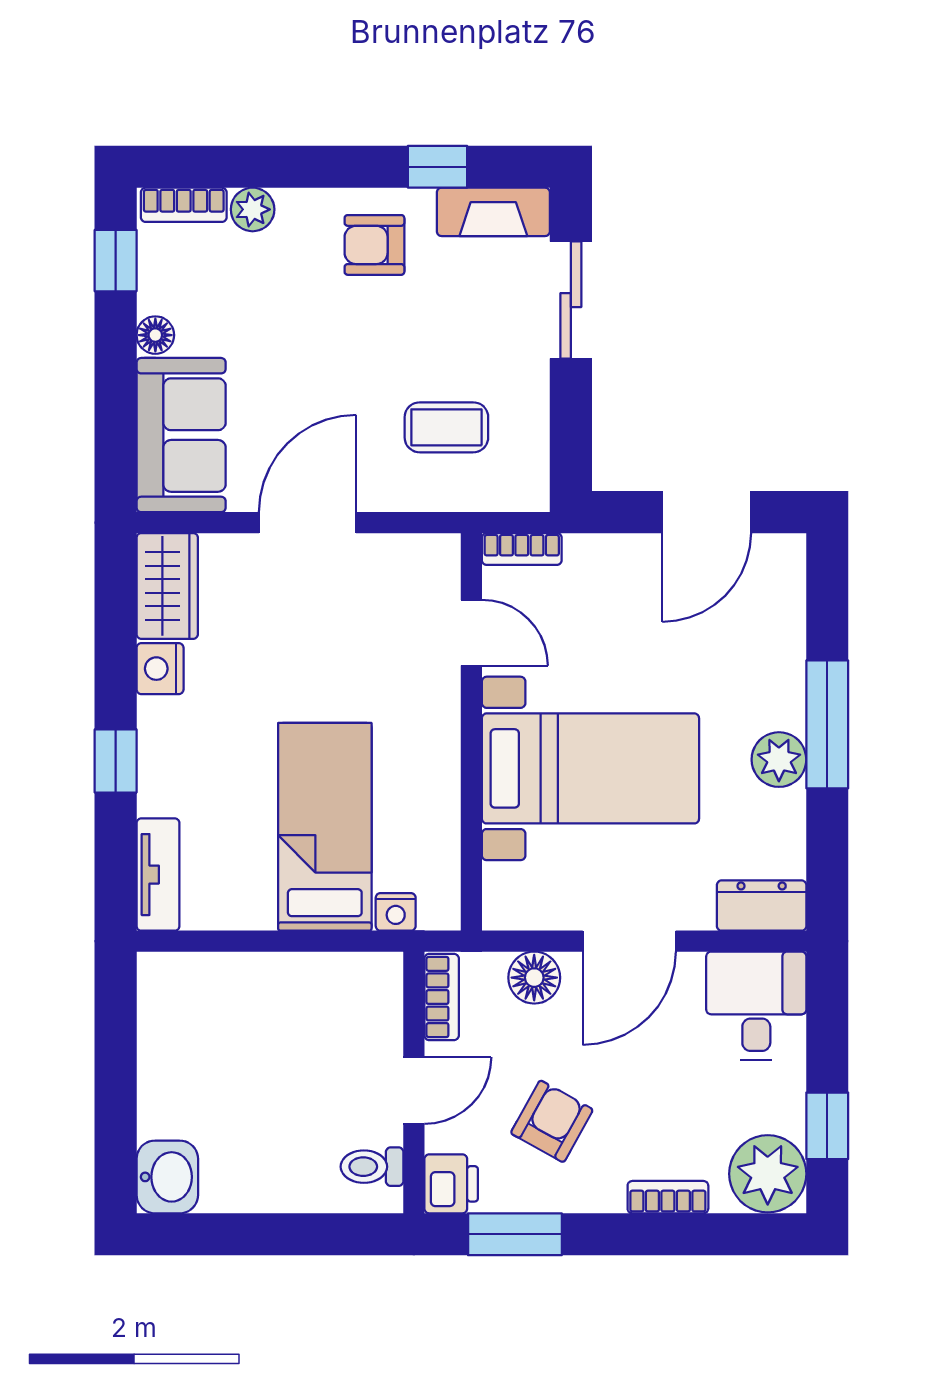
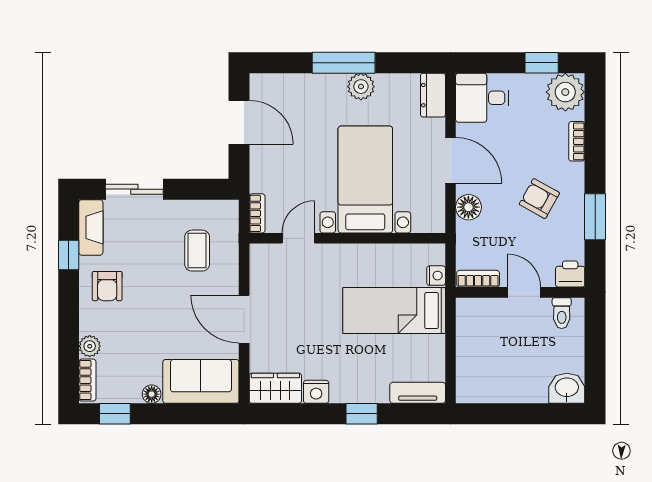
bookcase: (442, 997) -> (478, 279), moved
wall: (414, 1082) -> (520, 292), moved
door: (414, 1090) -> (524, 292), moved
toilet: (372, 1167) -> (562, 313), moved
printer: (451, 1184) -> (570, 274), moved

